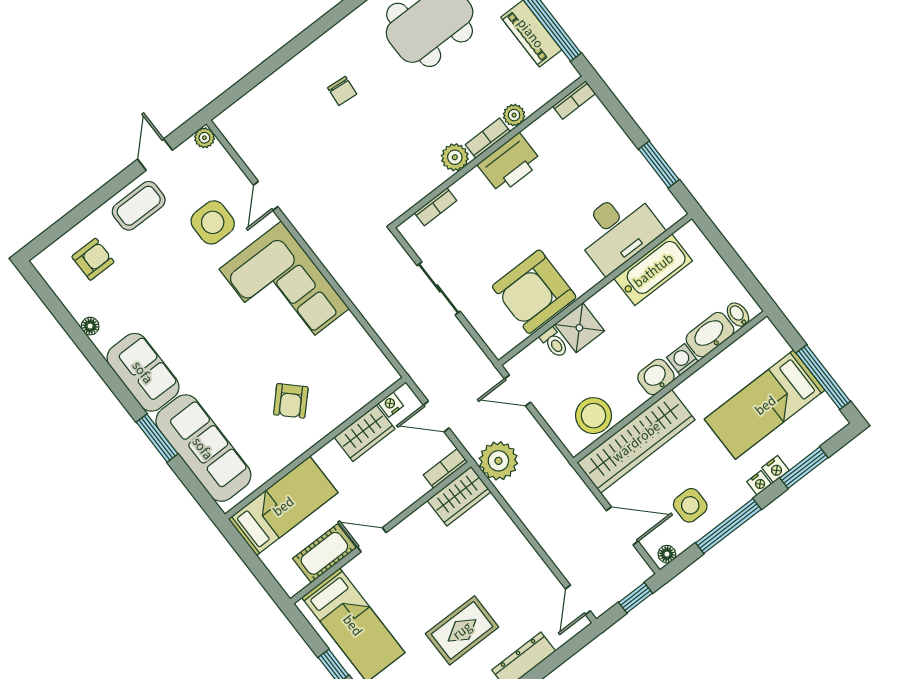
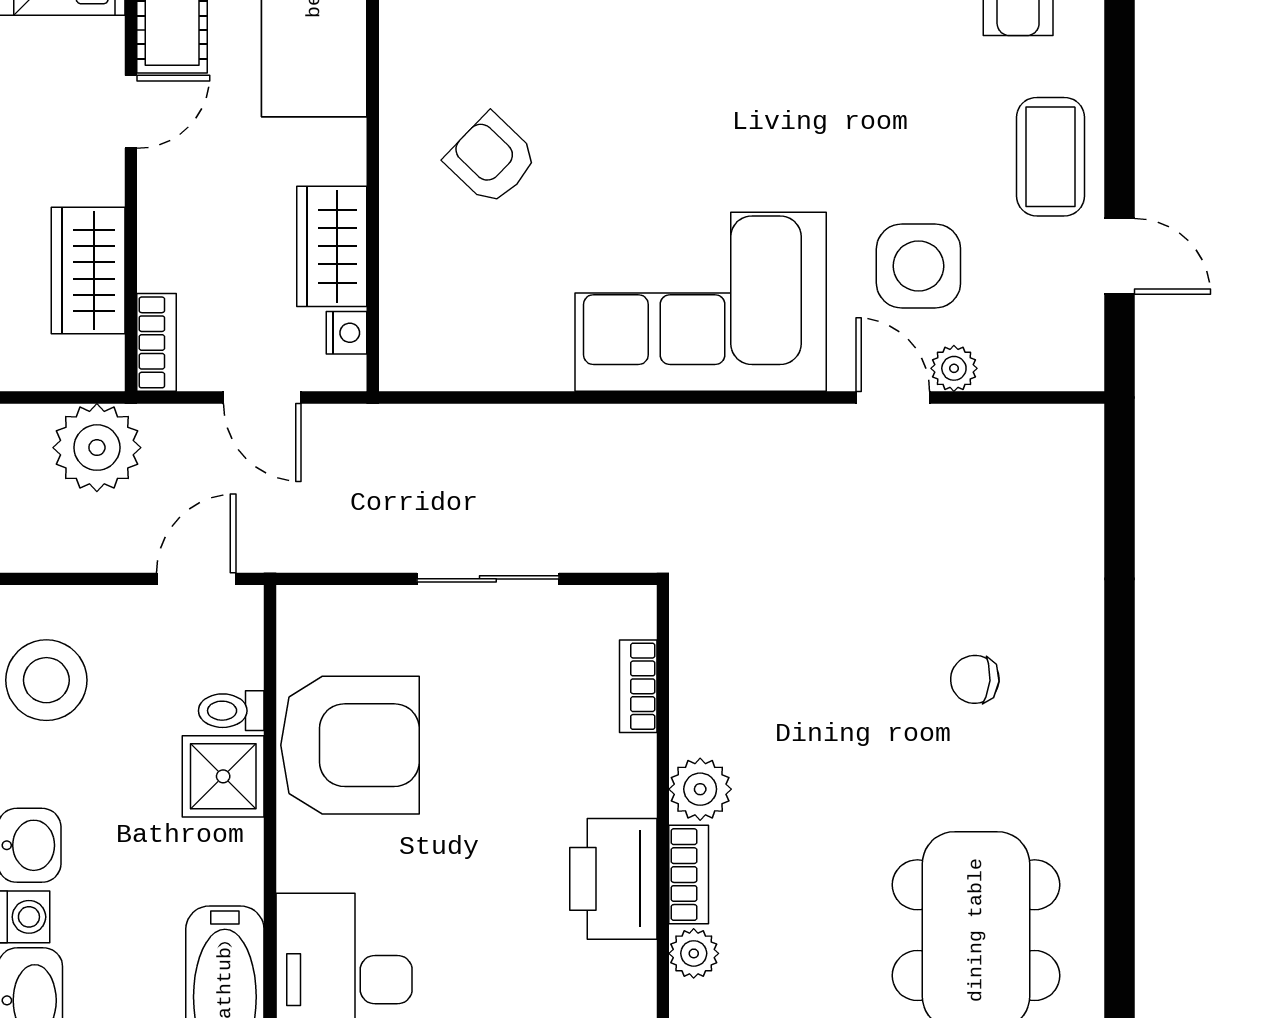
plant: (204, 138) -> (954, 368), moved
armchair: (534, 292) -> (350, 745), turned 90
door: (436, 417) -> (262, 397), swing flipped
wardrobe: (459, 496) -> (88, 270), moved

